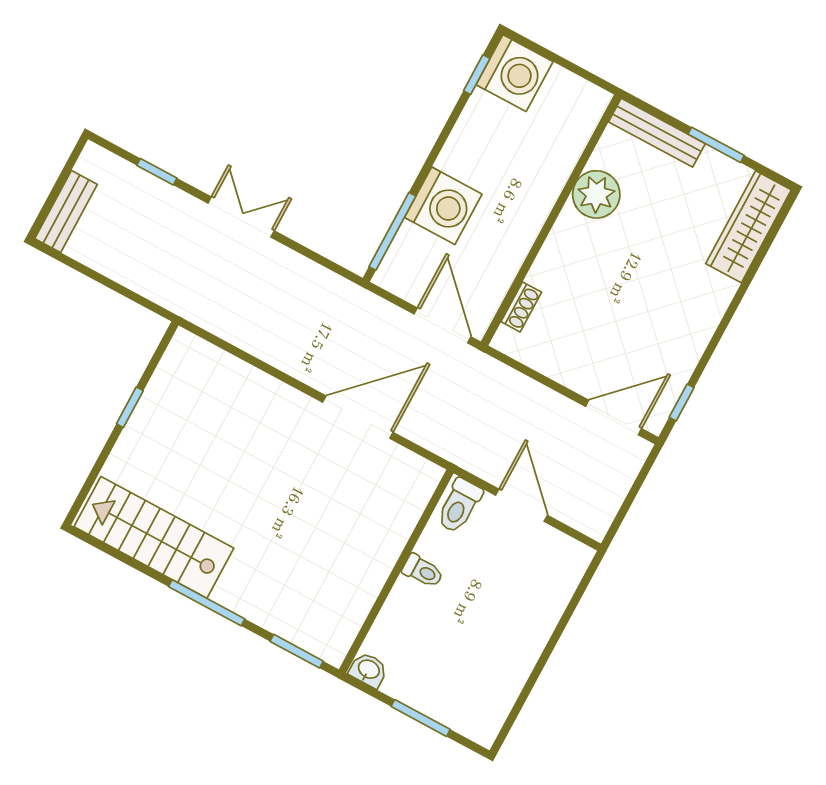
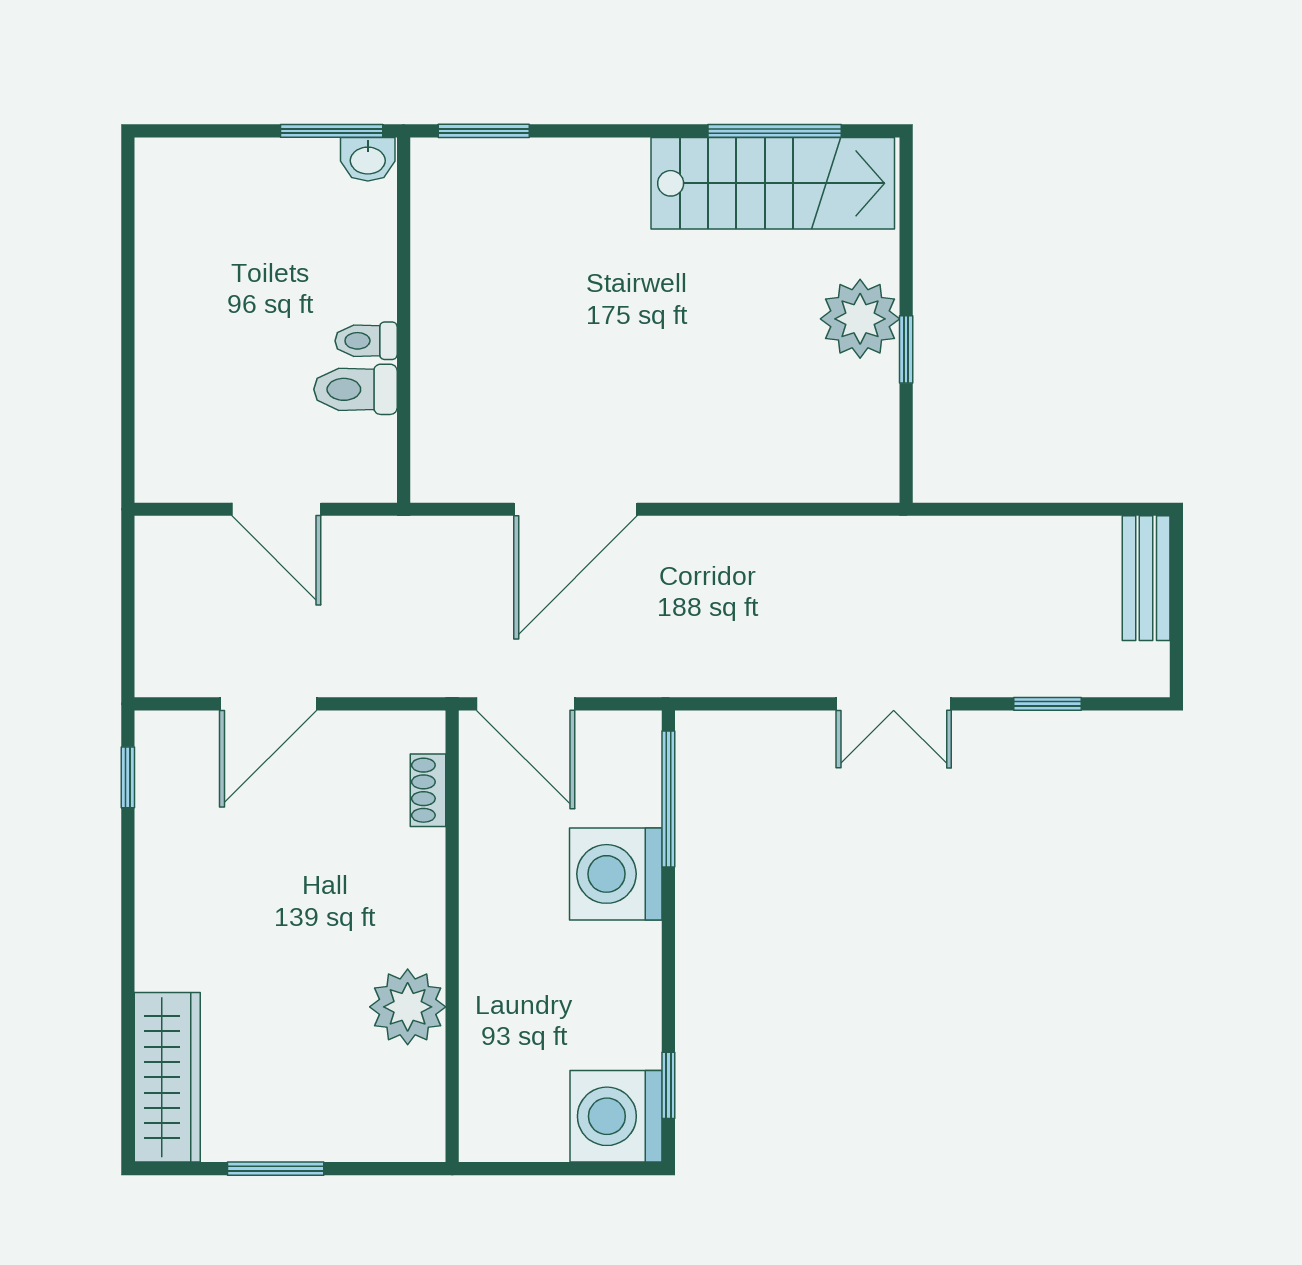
bench: (657, 133) -> (369, 1141), removed
door: (613, 418) -> (268, 704), moved
plant: (146, 438) -> (860, 319), added
toilet: (459, 506) -> (355, 389), moved, turned -90
window: (207, 603) -> (775, 131), moved
window: (421, 718) -> (332, 131), moved

